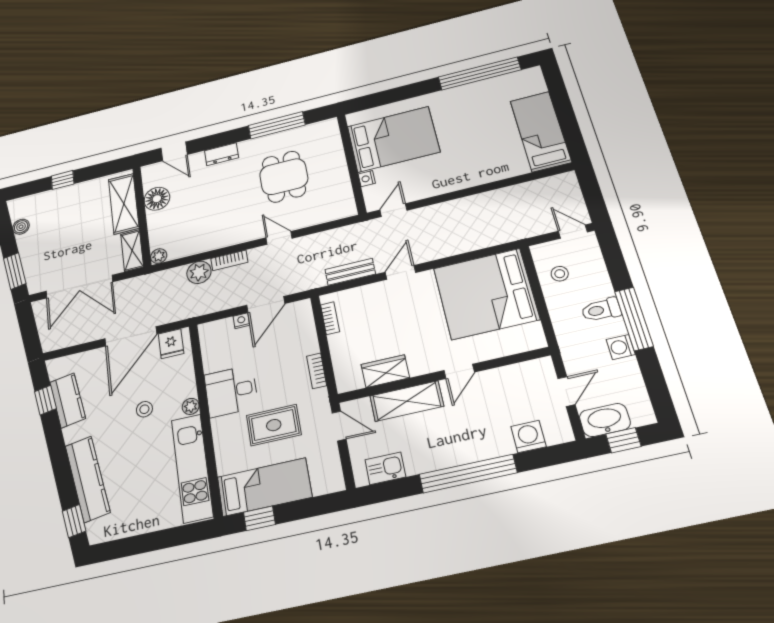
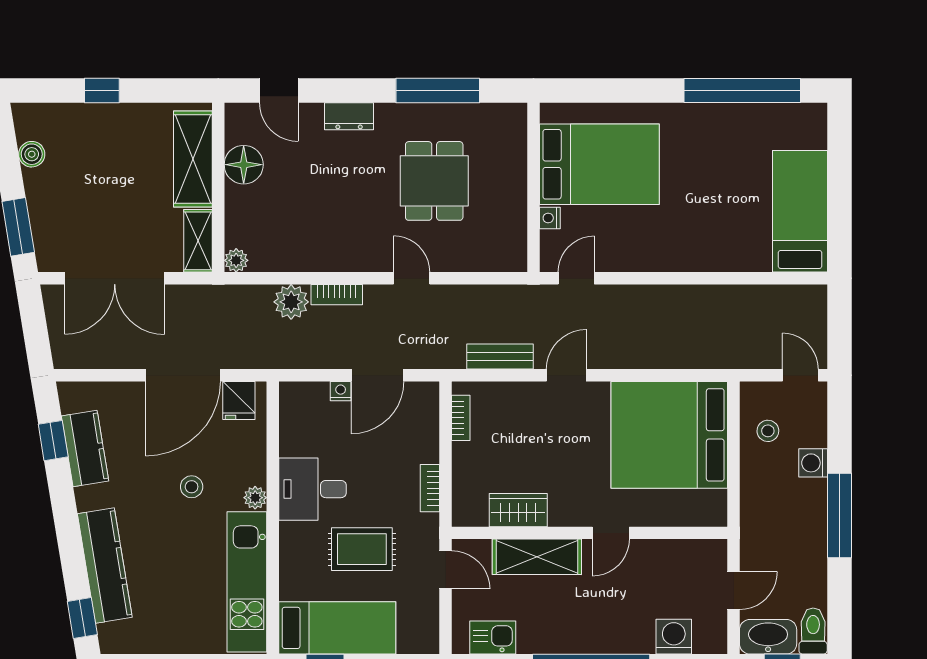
toilet: (601, 310) -> (813, 631), moved, turned 90
washing machine: (621, 347) -> (813, 463), moved

